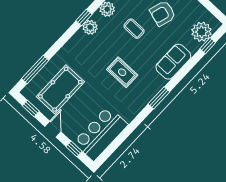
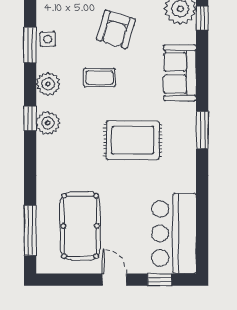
rug: (122, 72) -> (133, 140), width x1.36, depth x1.43
window: (31, 108) -> (67, 280), removed

